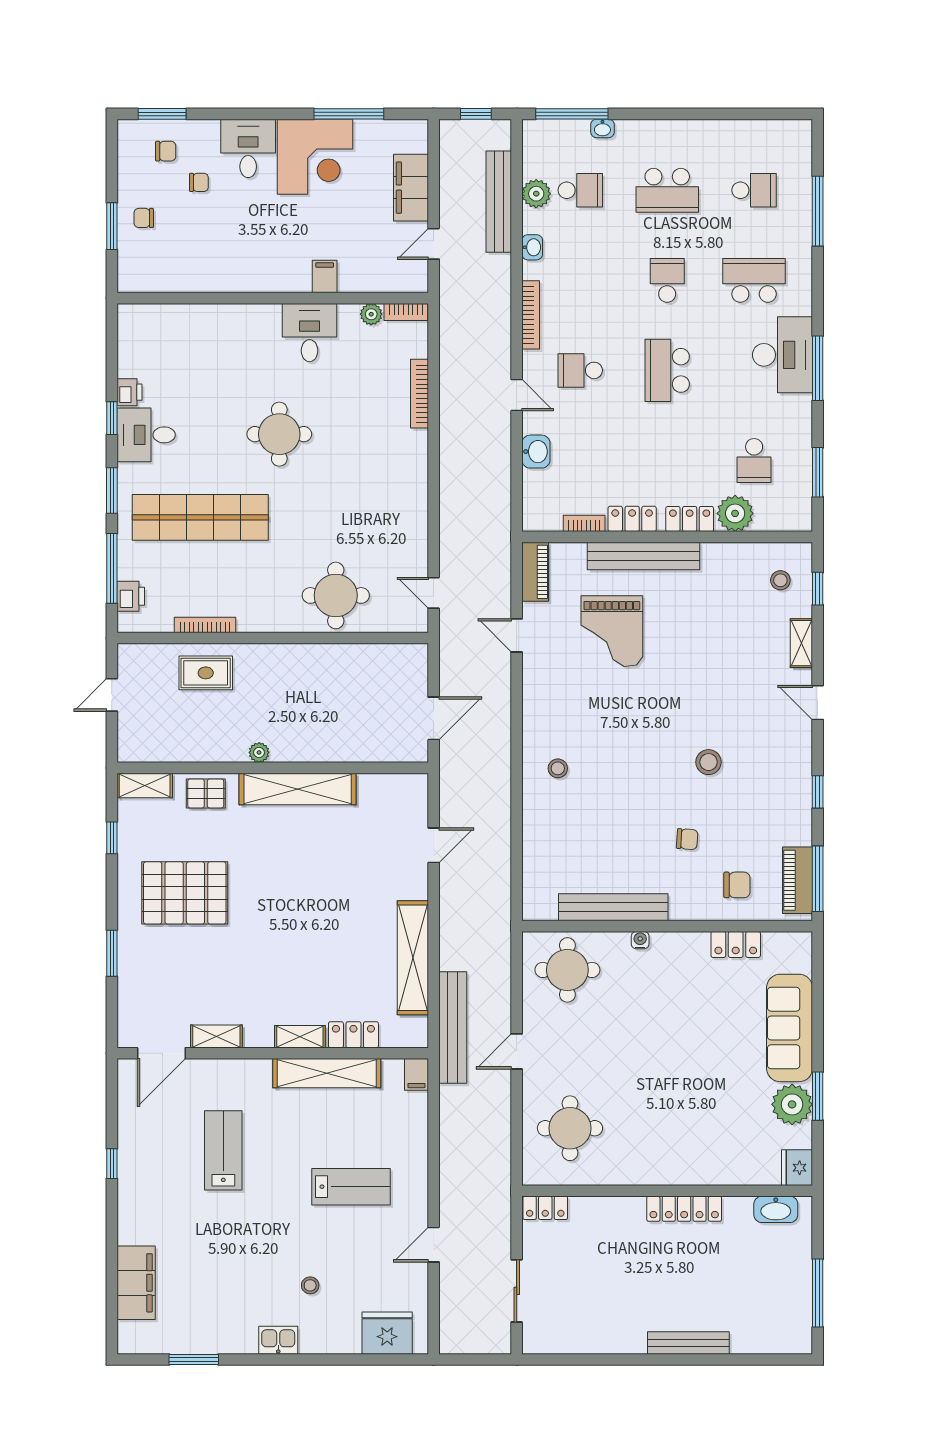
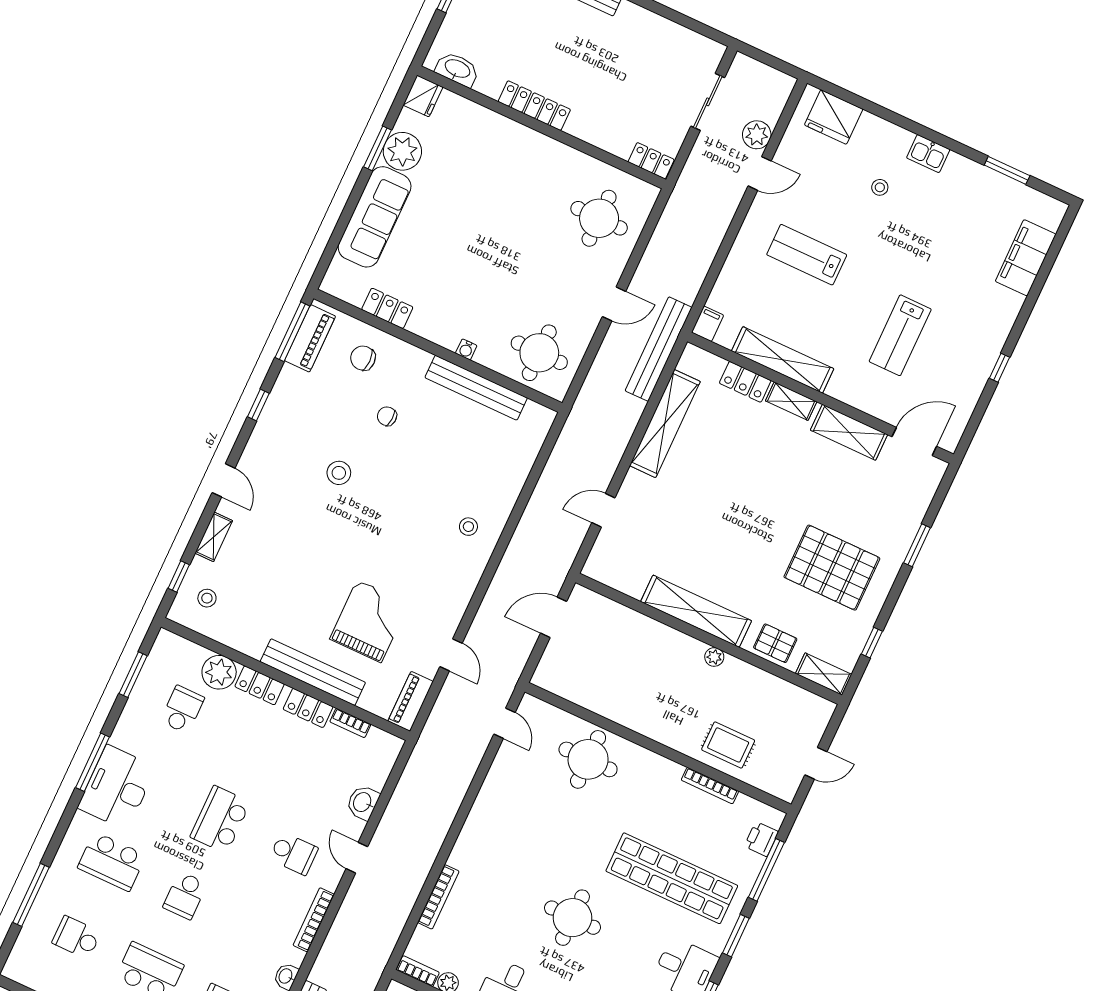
school desk: (667, 370) -> (220, 819), turned 180
shelving: (216, 1036) -> (849, 432), width x1.50, depth x1.33
plant: (454, 1281) -> (757, 135), added

